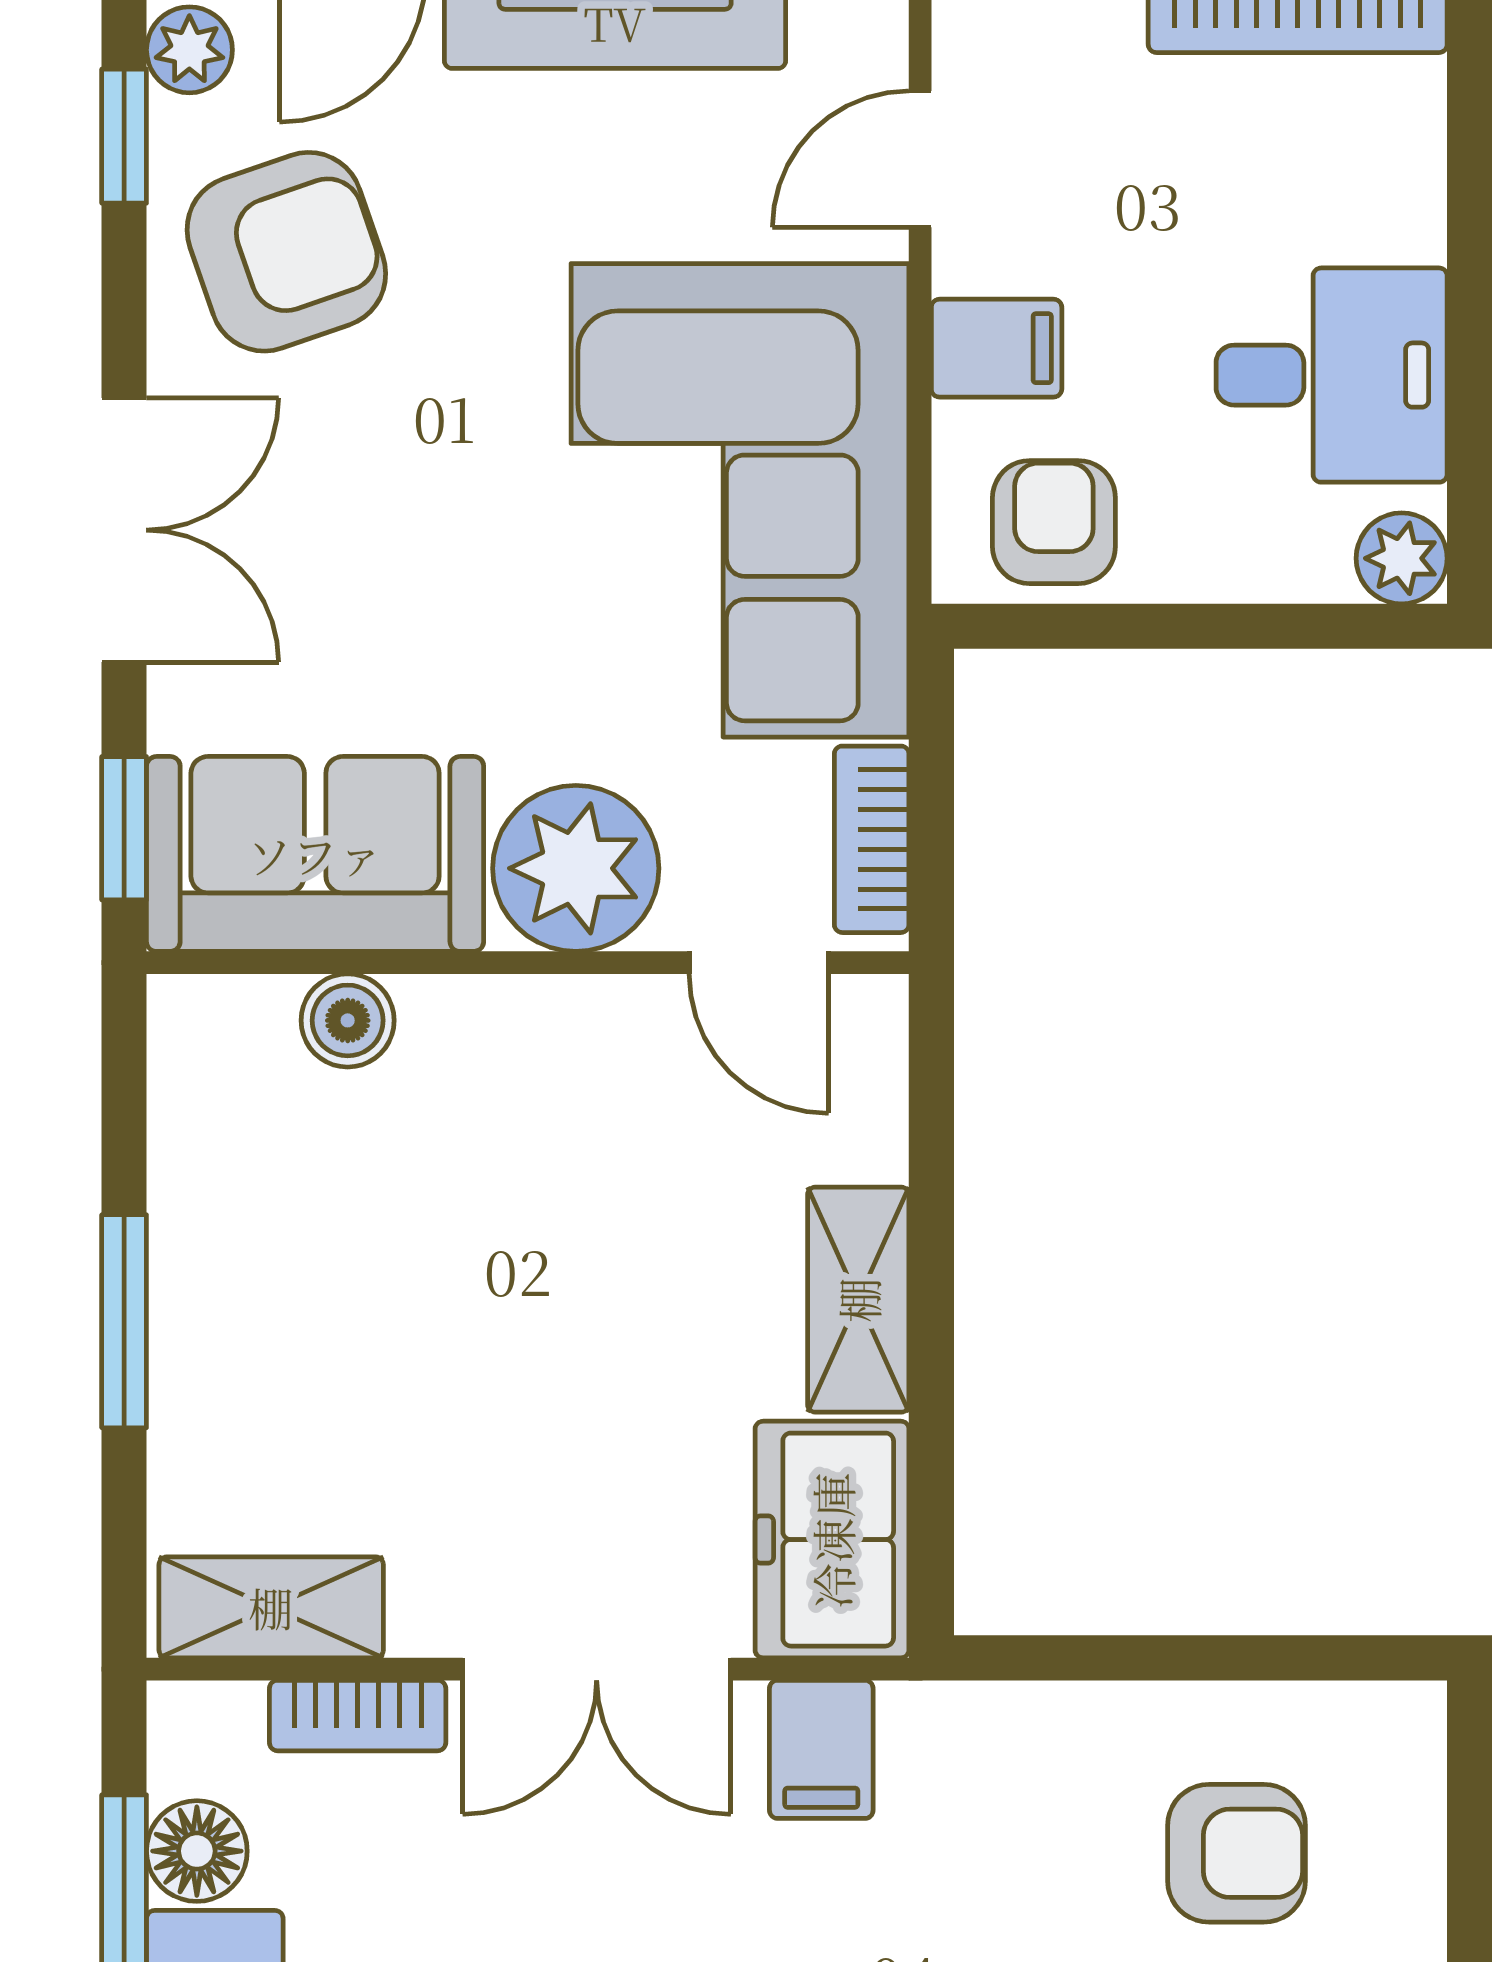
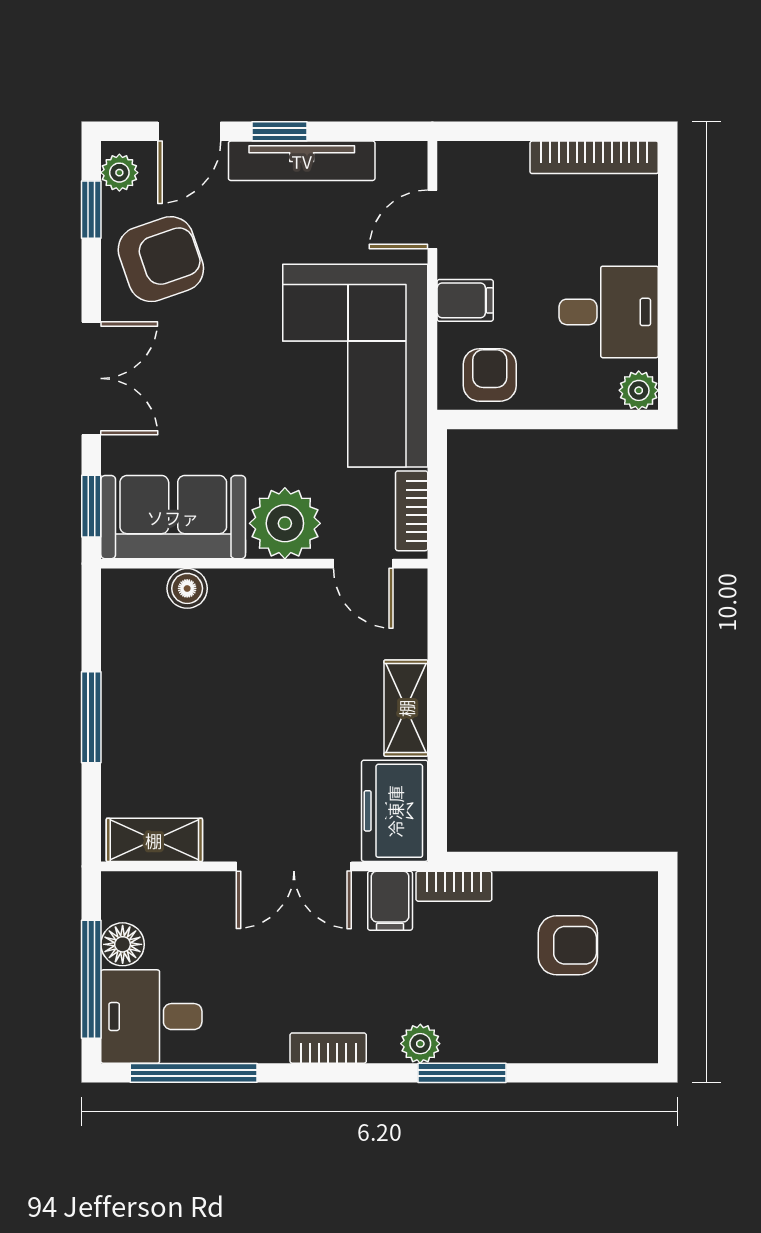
bookcase: (358, 1716) -> (454, 886), moved

